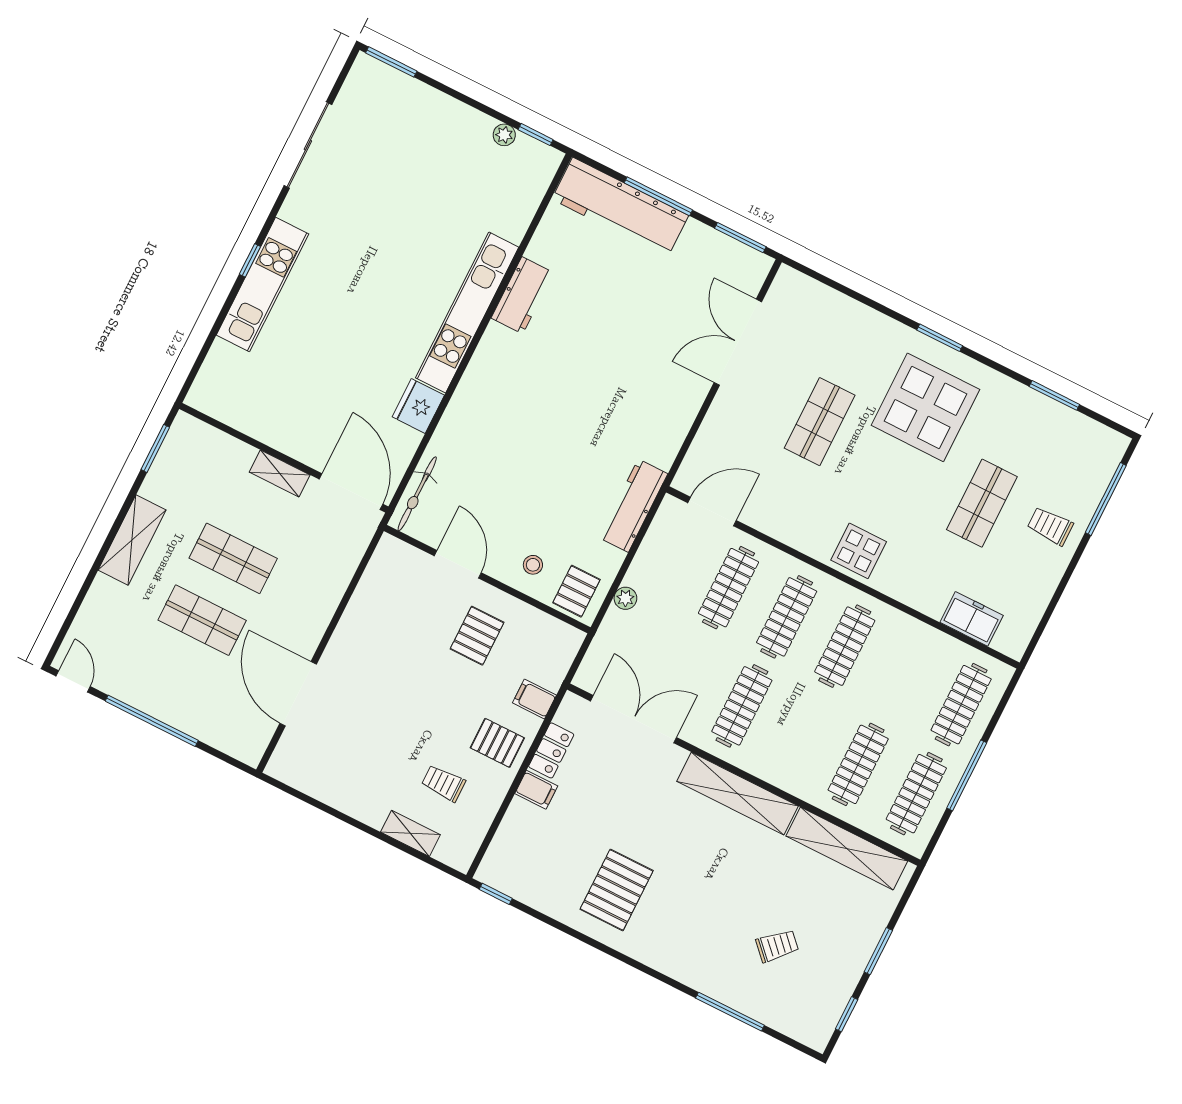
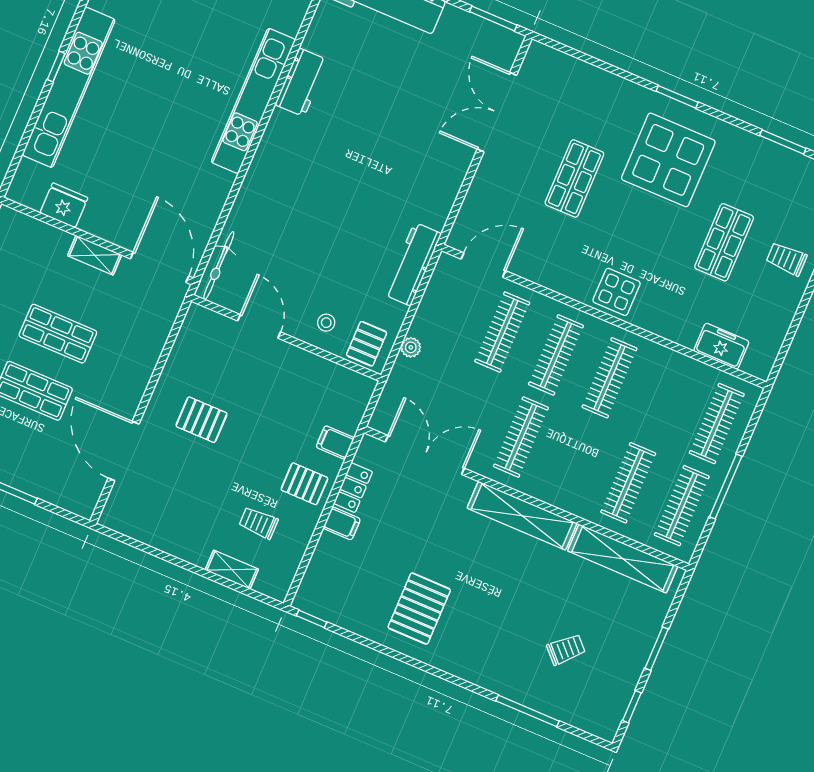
kitchen unit: (262, 285) -> (69, 87), width x1.36
fridge: (418, 406) -> (64, 205), moved, turned 90
pallet: (477, 636) -> (202, 420), moved, turned 90

